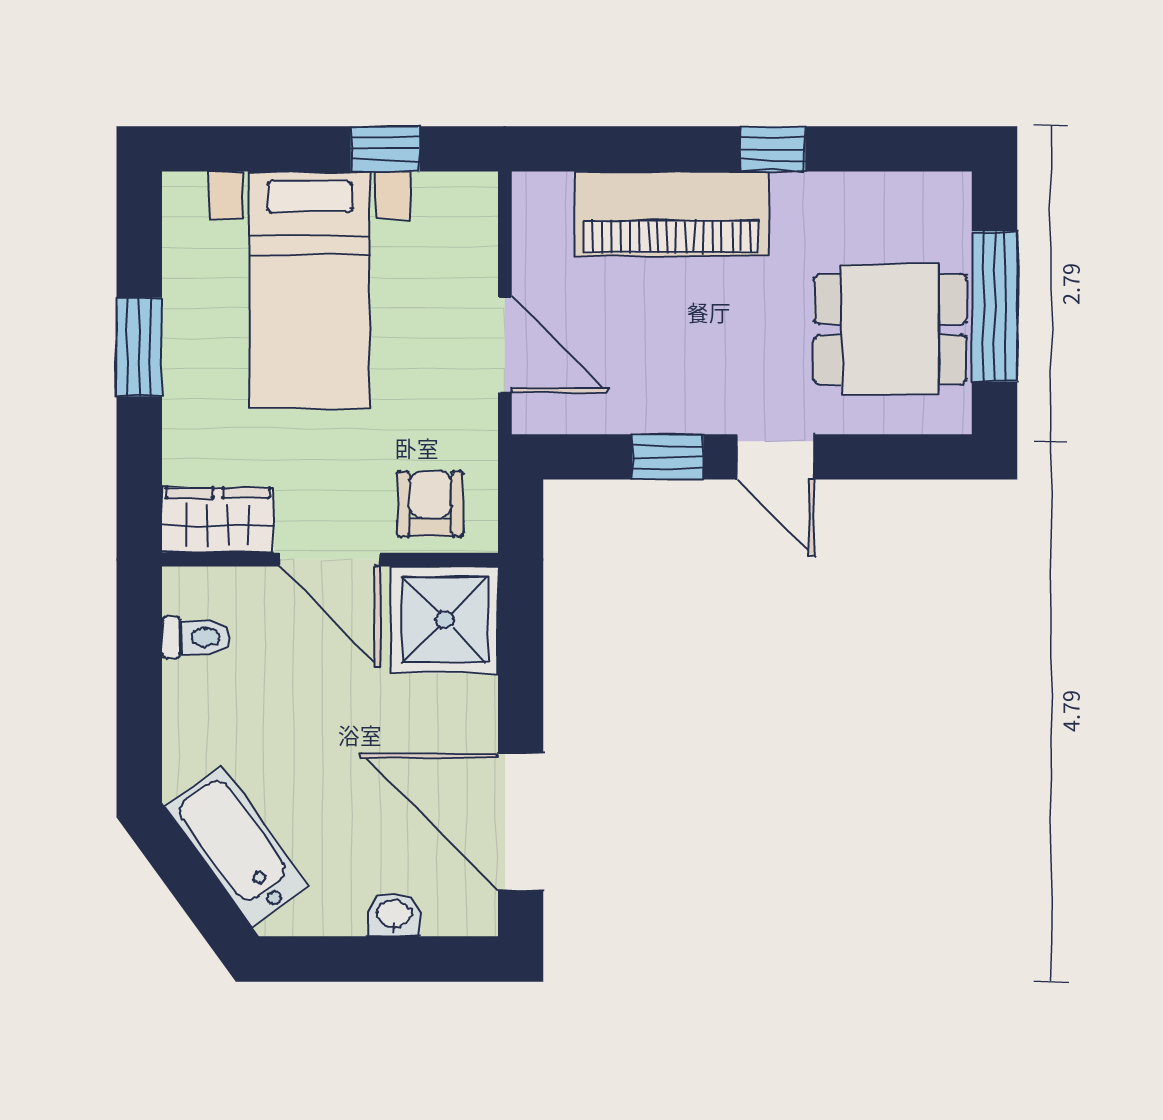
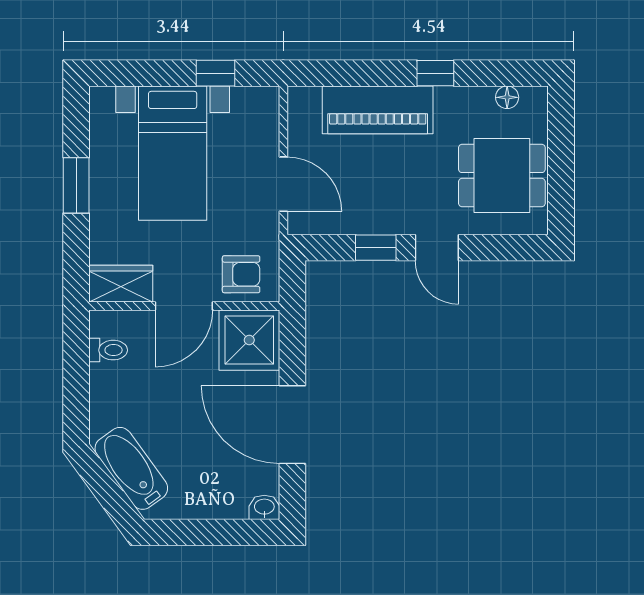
floor lamp: (899, 192) -> (507, 97), added
window: (995, 306) -> (561, 162), removed
armchair: (430, 504) -> (241, 274), turned 90
door: (329, 560) -> (184, 306), hinge flipped
door: (521, 822) -> (292, 425), moved
washbasin: (394, 915) -> (264, 507), moved

